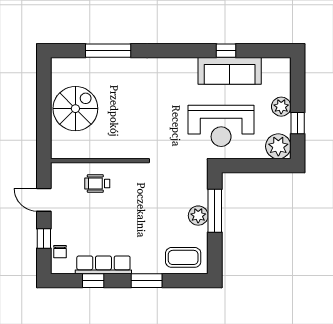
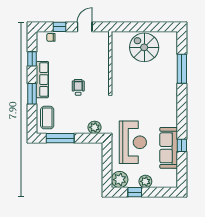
spiral stairs: (75, 109) -> (144, 47), turned 180
reception desk: (221, 126) -> (133, 142), turned 180
wheelchair: (97, 183) -> (78, 87), moved
window: (215, 211) -> (60, 138), moved
plant: (198, 216) -> (95, 127), moved
row of seats: (103, 265) -> (42, 80), moved

